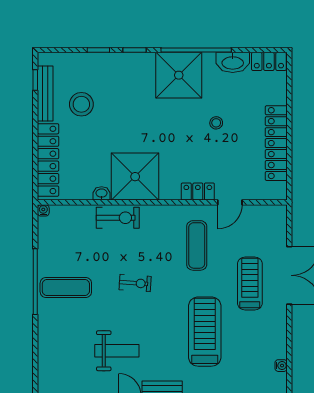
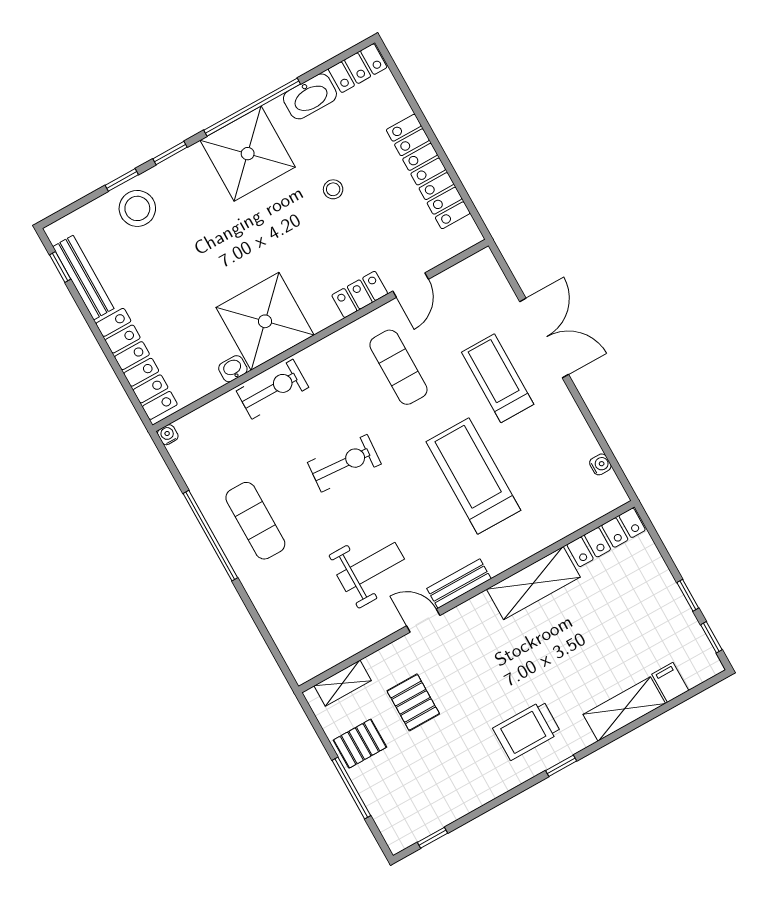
stool: (81, 104) -> (137, 208), moved
exercise bike: (135, 283) -> (344, 463), width x1.38, depth x1.39
exercise mat: (66, 288) -> (255, 521), turned 90

